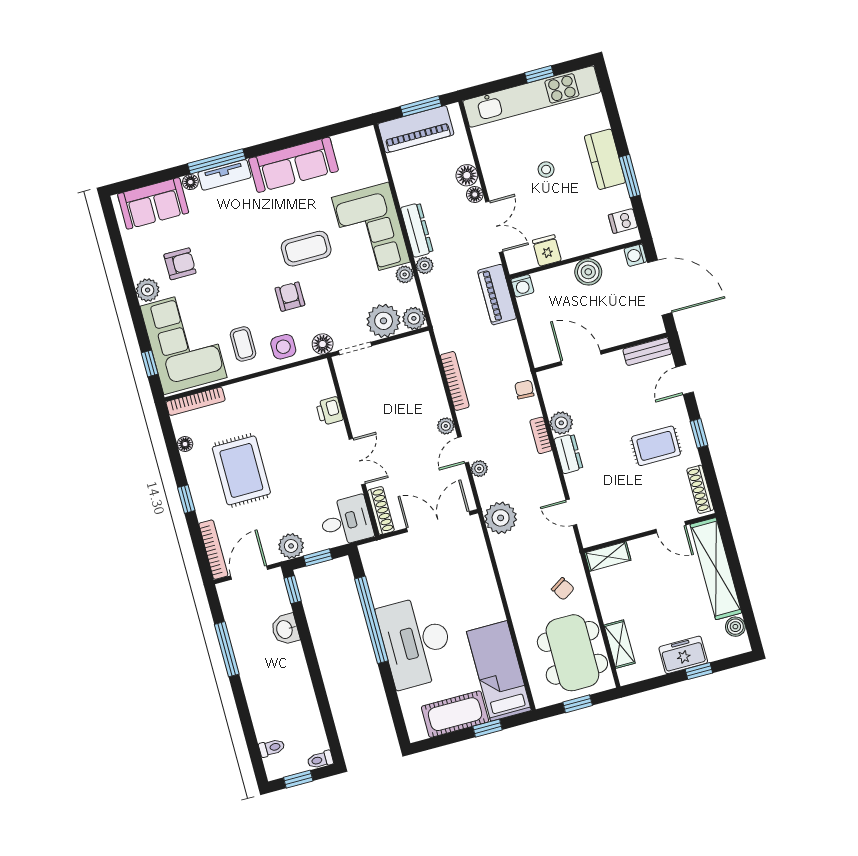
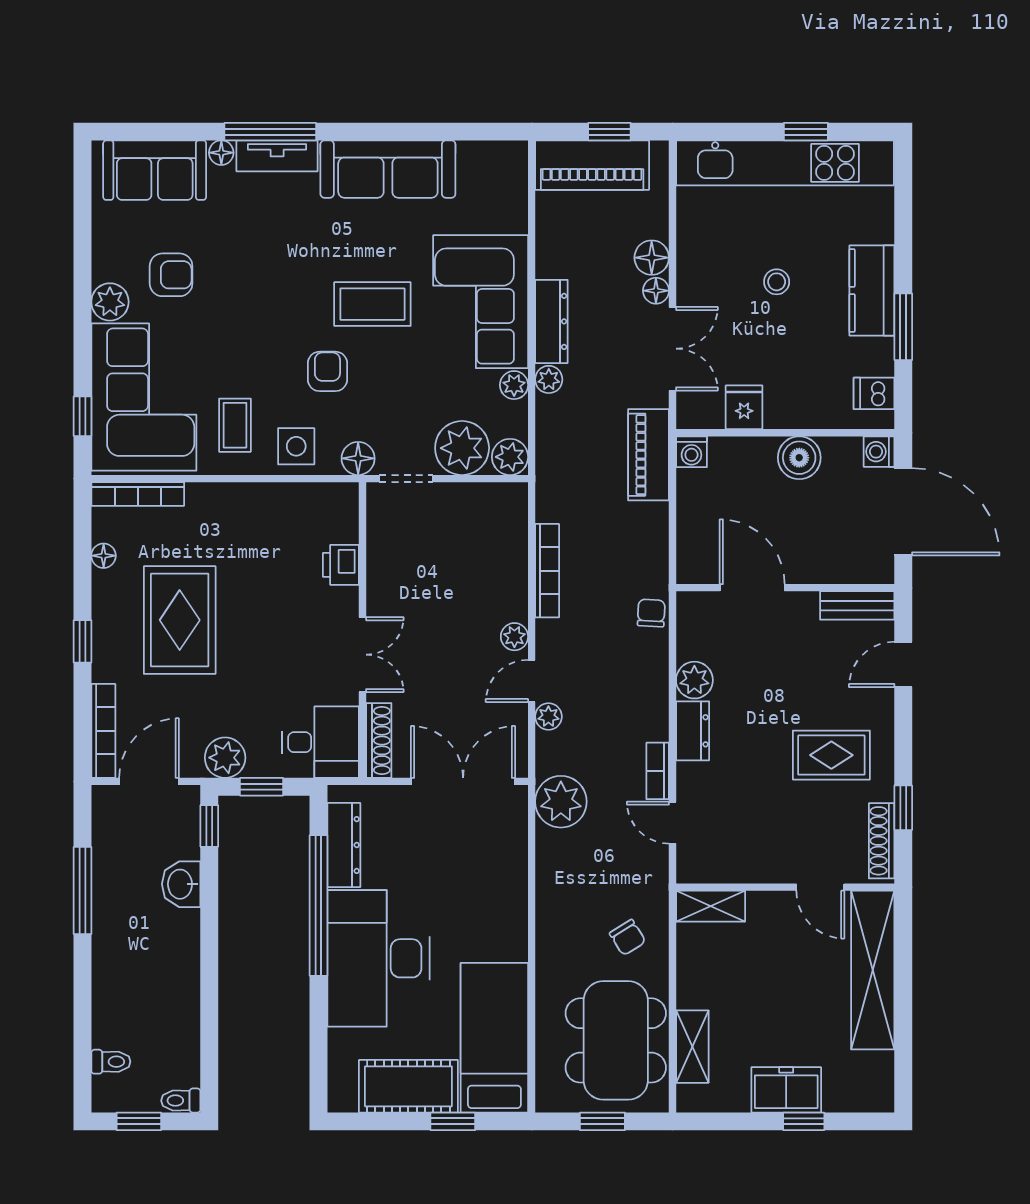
window: (421, 106) -> (609, 132), width x0.67
window: (699, 433) -> (903, 808), moved
bookcase: (541, 435) -> (658, 771), moved
dresser: (377, 579) -> (344, 845), added
boiler: (735, 627) -> (879, 1068), removed

